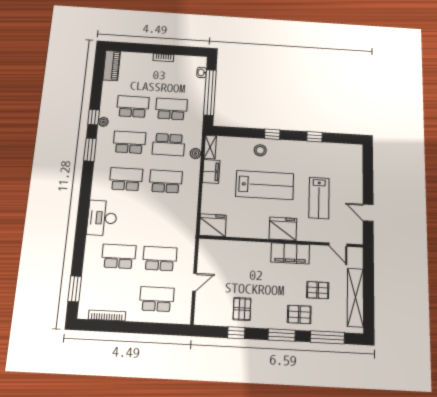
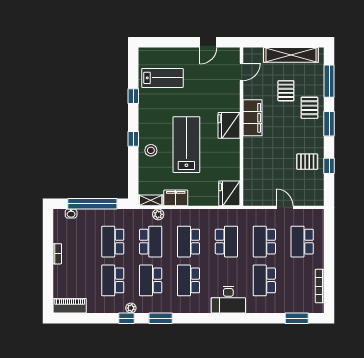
lab bench: (319, 198) -> (162, 78), moved
school desk: (163, 219) -> (226, 242), added

